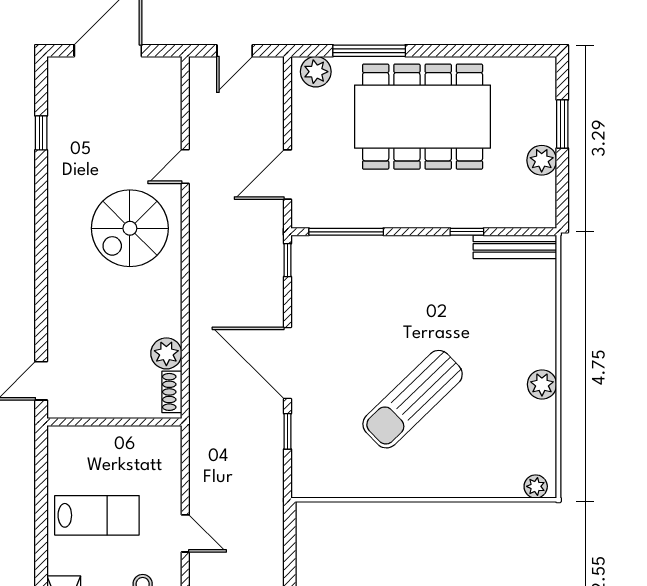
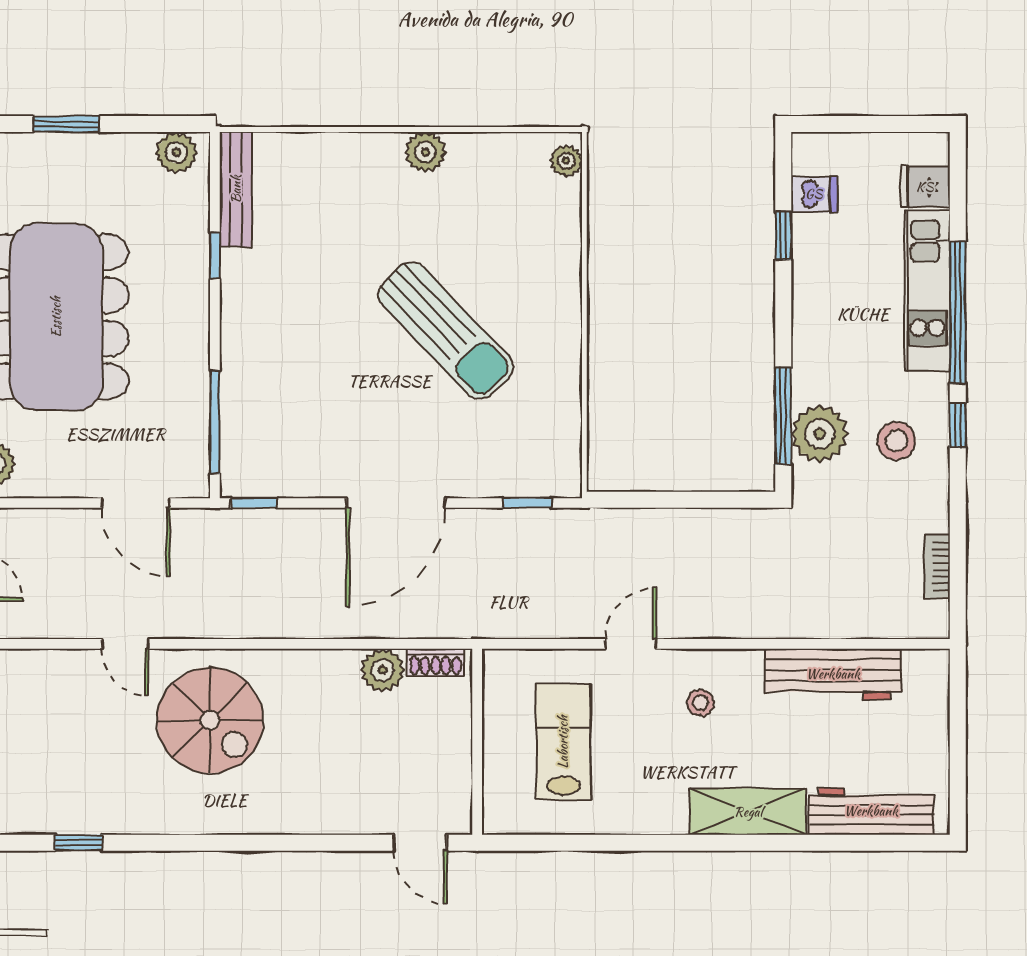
plant: (542, 160) -> (176, 152), moved
window: (287, 431) -> (527, 503), moved
lab bench: (97, 515) -> (563, 742), moved

